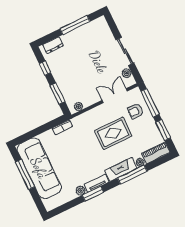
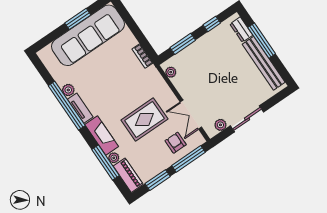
window: (75, 25) -> (262, 41), moved
bench: (83, 31) -> (264, 63), added
double door: (115, 96) -> (191, 115), swing flipped
rug: (113, 133) -> (144, 119), turned 90
window: (25, 174) -> (78, 19), width x0.69
window: (132, 175) -> (106, 162), moved
window: (93, 194) -> (67, 106), width x2.11

